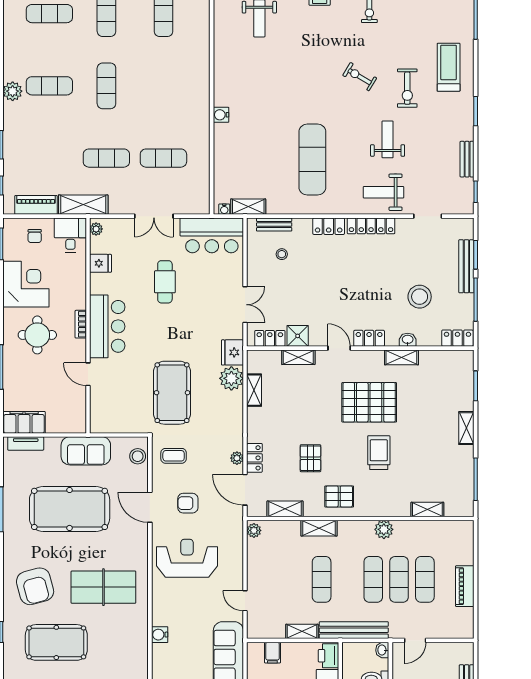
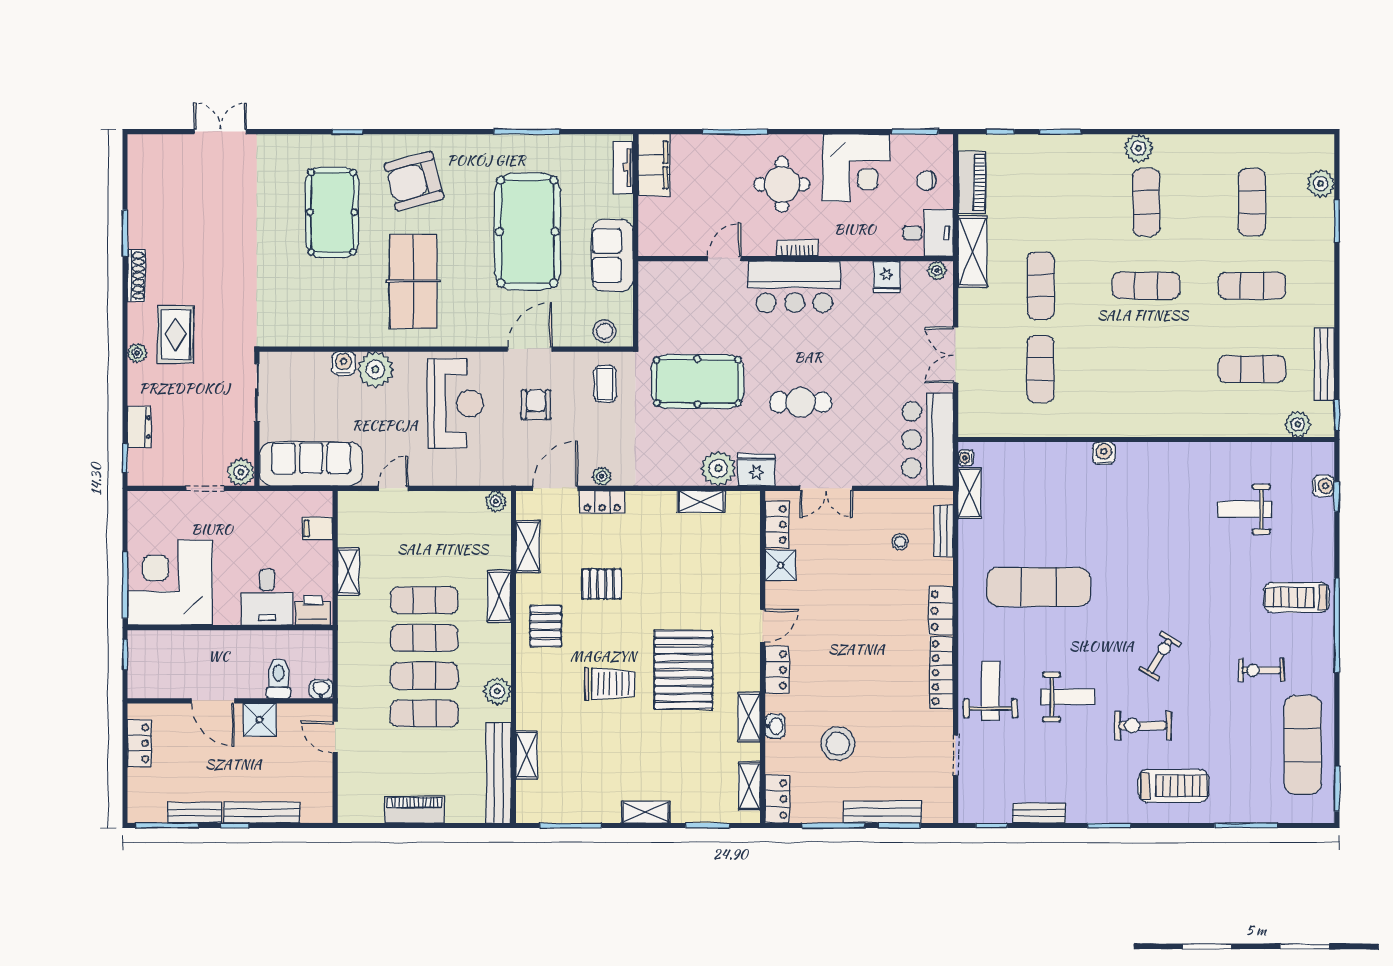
cafe table: (165, 282) -> (801, 402), moved
shelving: (298, 357) -> (749, 786), moved
exercise mat: (425, 579) -> (424, 638), moved
plant: (164, 613) -> (375, 369), added
bench: (354, 630) -> (499, 773), moved

